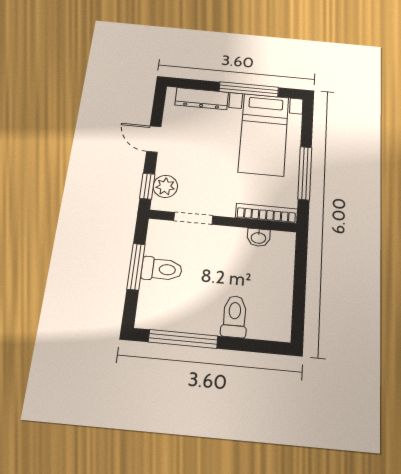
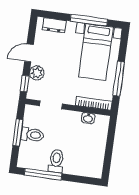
dresser: (202, 99) -> (54, 25), width x0.70
door: (154, 139) -> (29, 53), hinge flipped
plant: (165, 186) -> (37, 73), moved
toilet: (234, 316) -> (56, 161), moved

